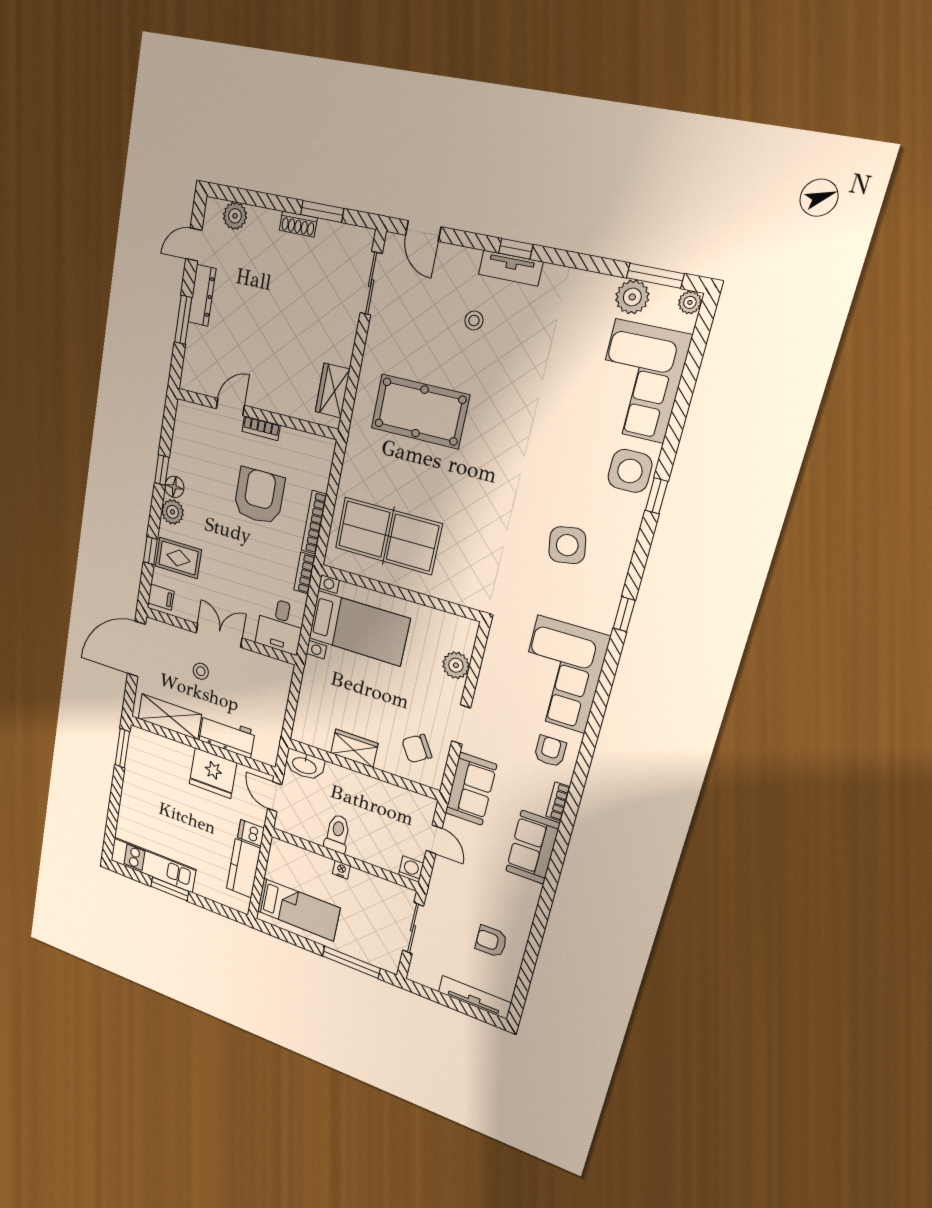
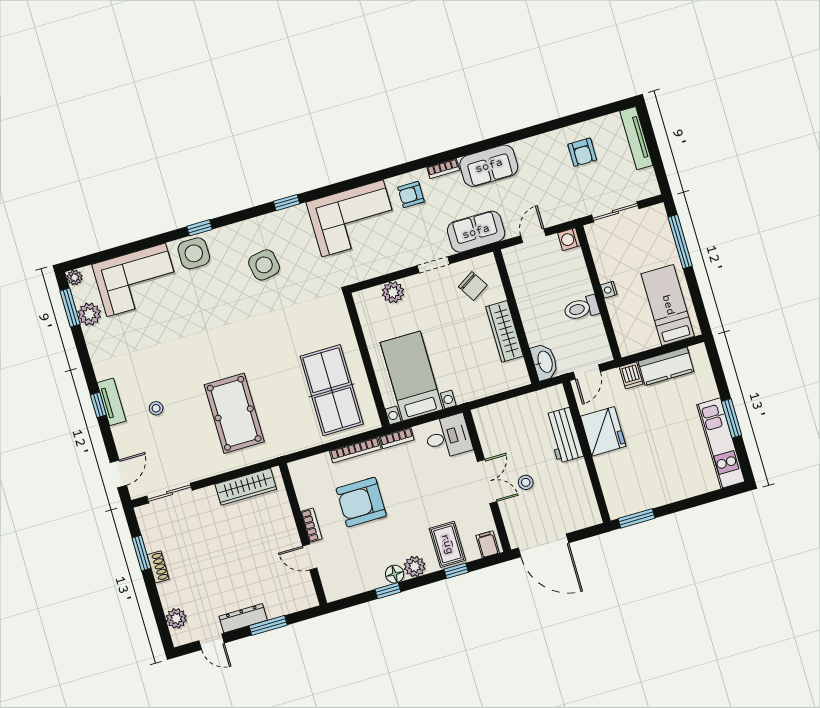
wardrobe: (333, 391) -> (246, 487), width x1.50
double door: (219, 635) -> (487, 481), swing flipped
shelving: (170, 717) -> (581, 490), removed
wardrobe: (354, 748) -> (505, 331), width x1.50

